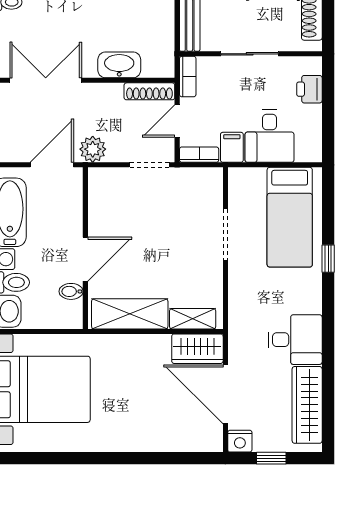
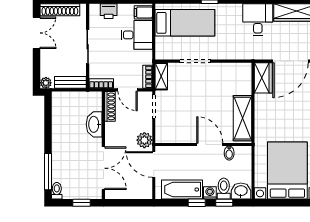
double door: (46, 80) -> (103, 168), swing flipped
filing cabinet: (232, 147) -> (143, 12), moved
shelving: (193, 319) -> (161, 76), moved

